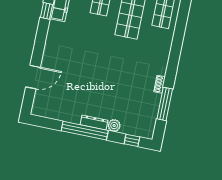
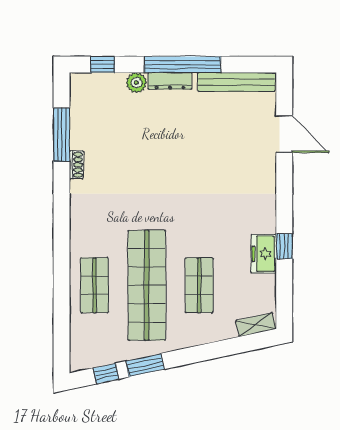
door: (33, 77) -> (284, 134), swing flipped
bench: (55, 114) -> (236, 82), added

